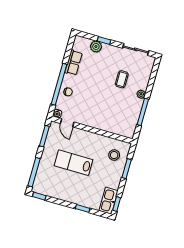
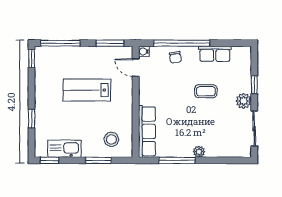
plant: (96, 46) -> (244, 101), moved
coffee table: (122, 79) -> (206, 91), moved
door: (67, 123) -> (136, 68), hinge flipped
row of seats: (116, 128) -> (147, 131), added
lab bench: (73, 163) -> (87, 90), turned -90
kitchen sink: (108, 201) -> (64, 149), moved

